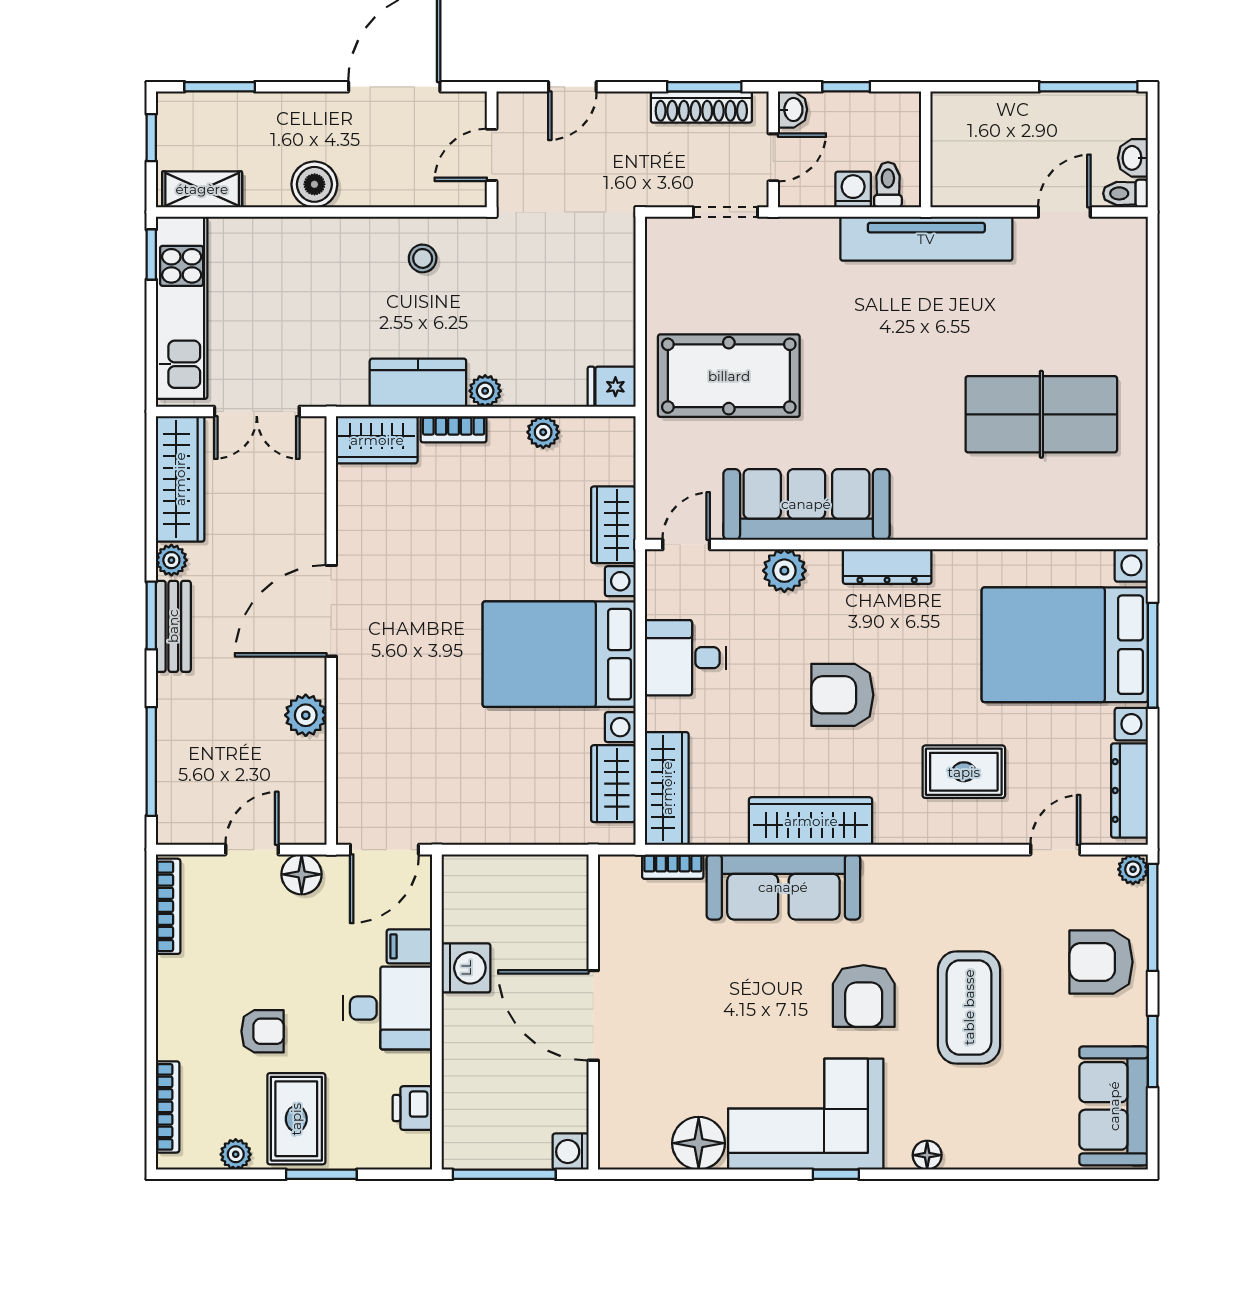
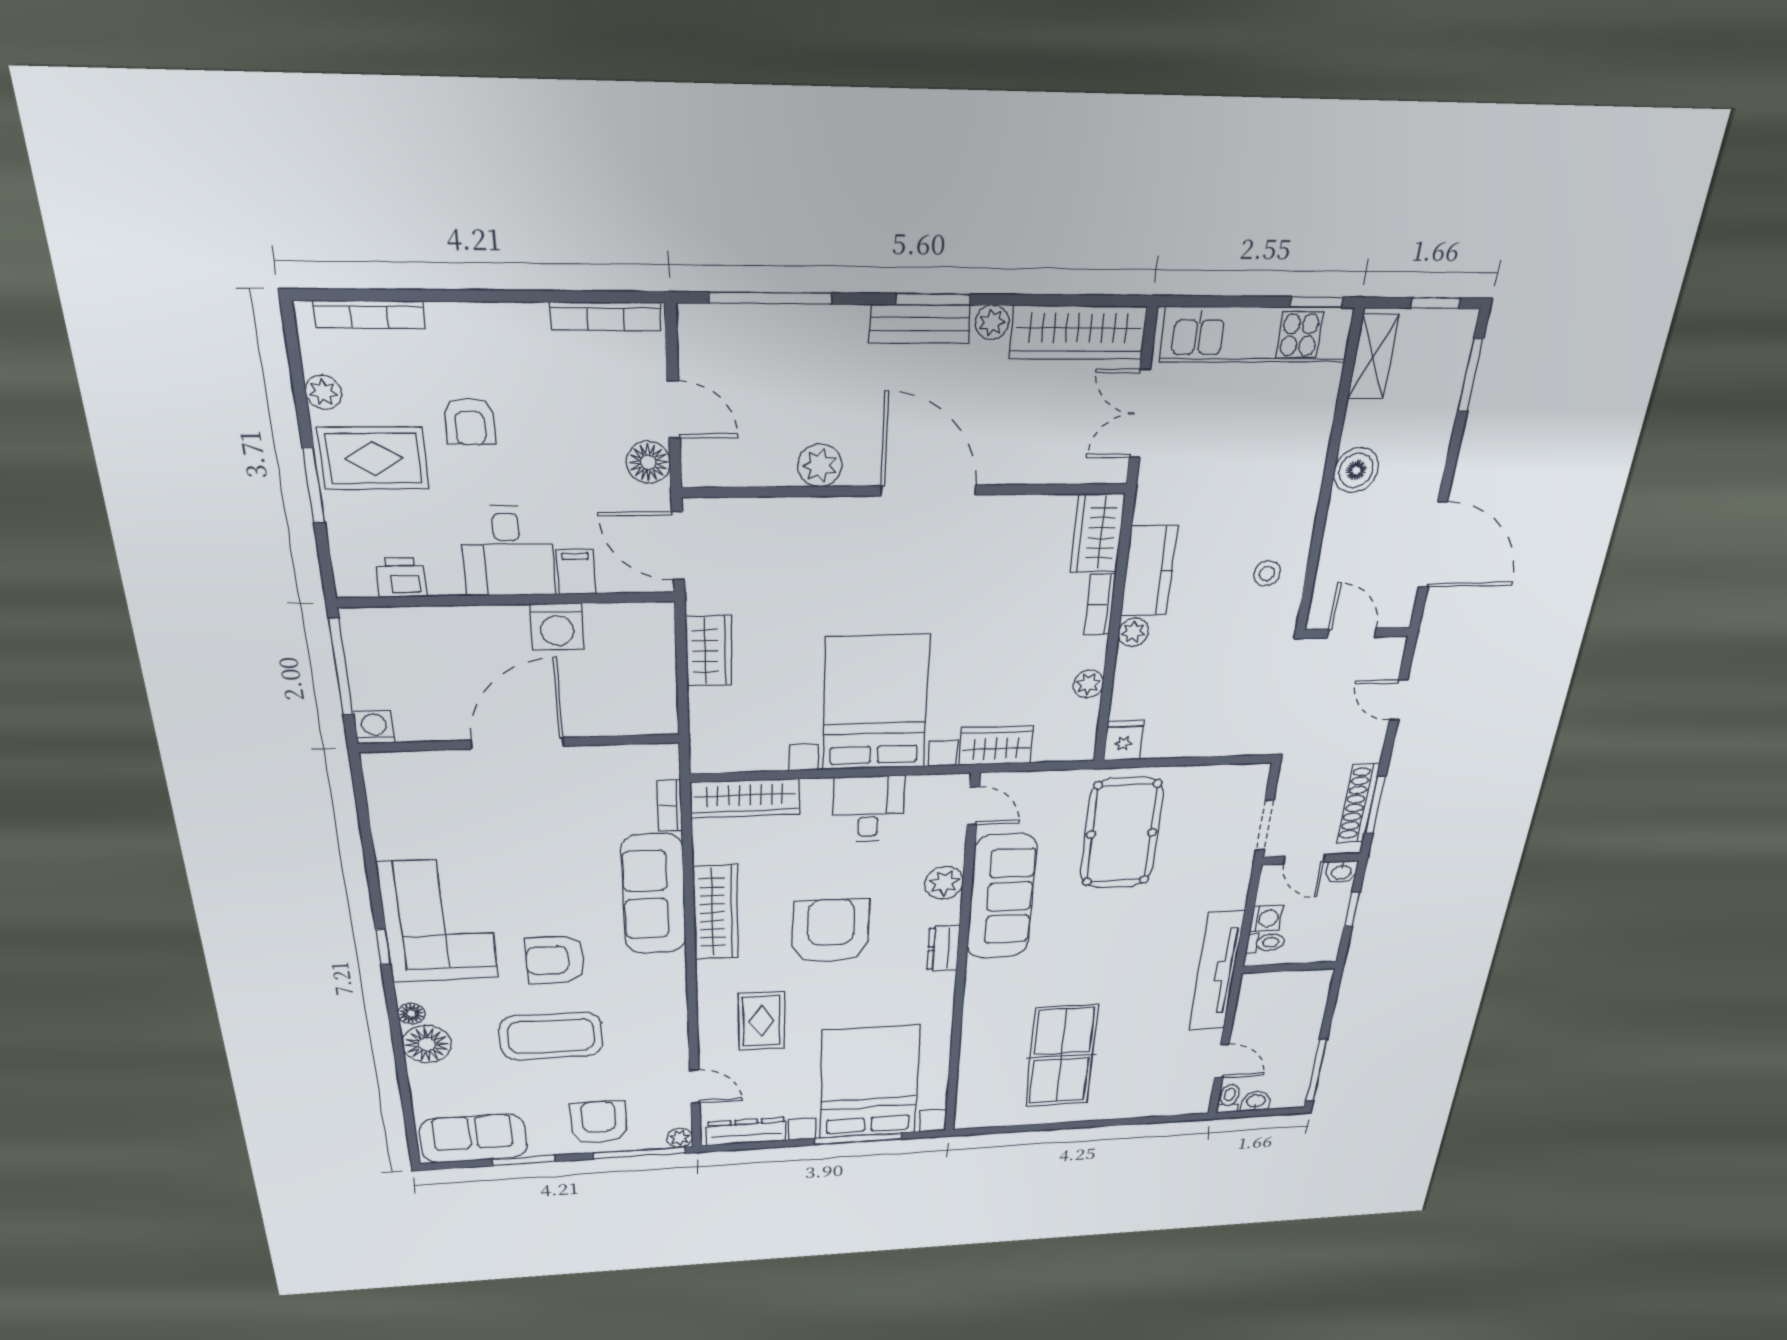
dresser: (887, 566) -> (943, 948), width x0.70
armchair: (842, 695) -> (831, 931), width x1.36, depth x1.36
wardrobe: (613, 784) -> (709, 651), moved, turned 90
floor lamp: (699, 1143) -> (427, 1044), moved

